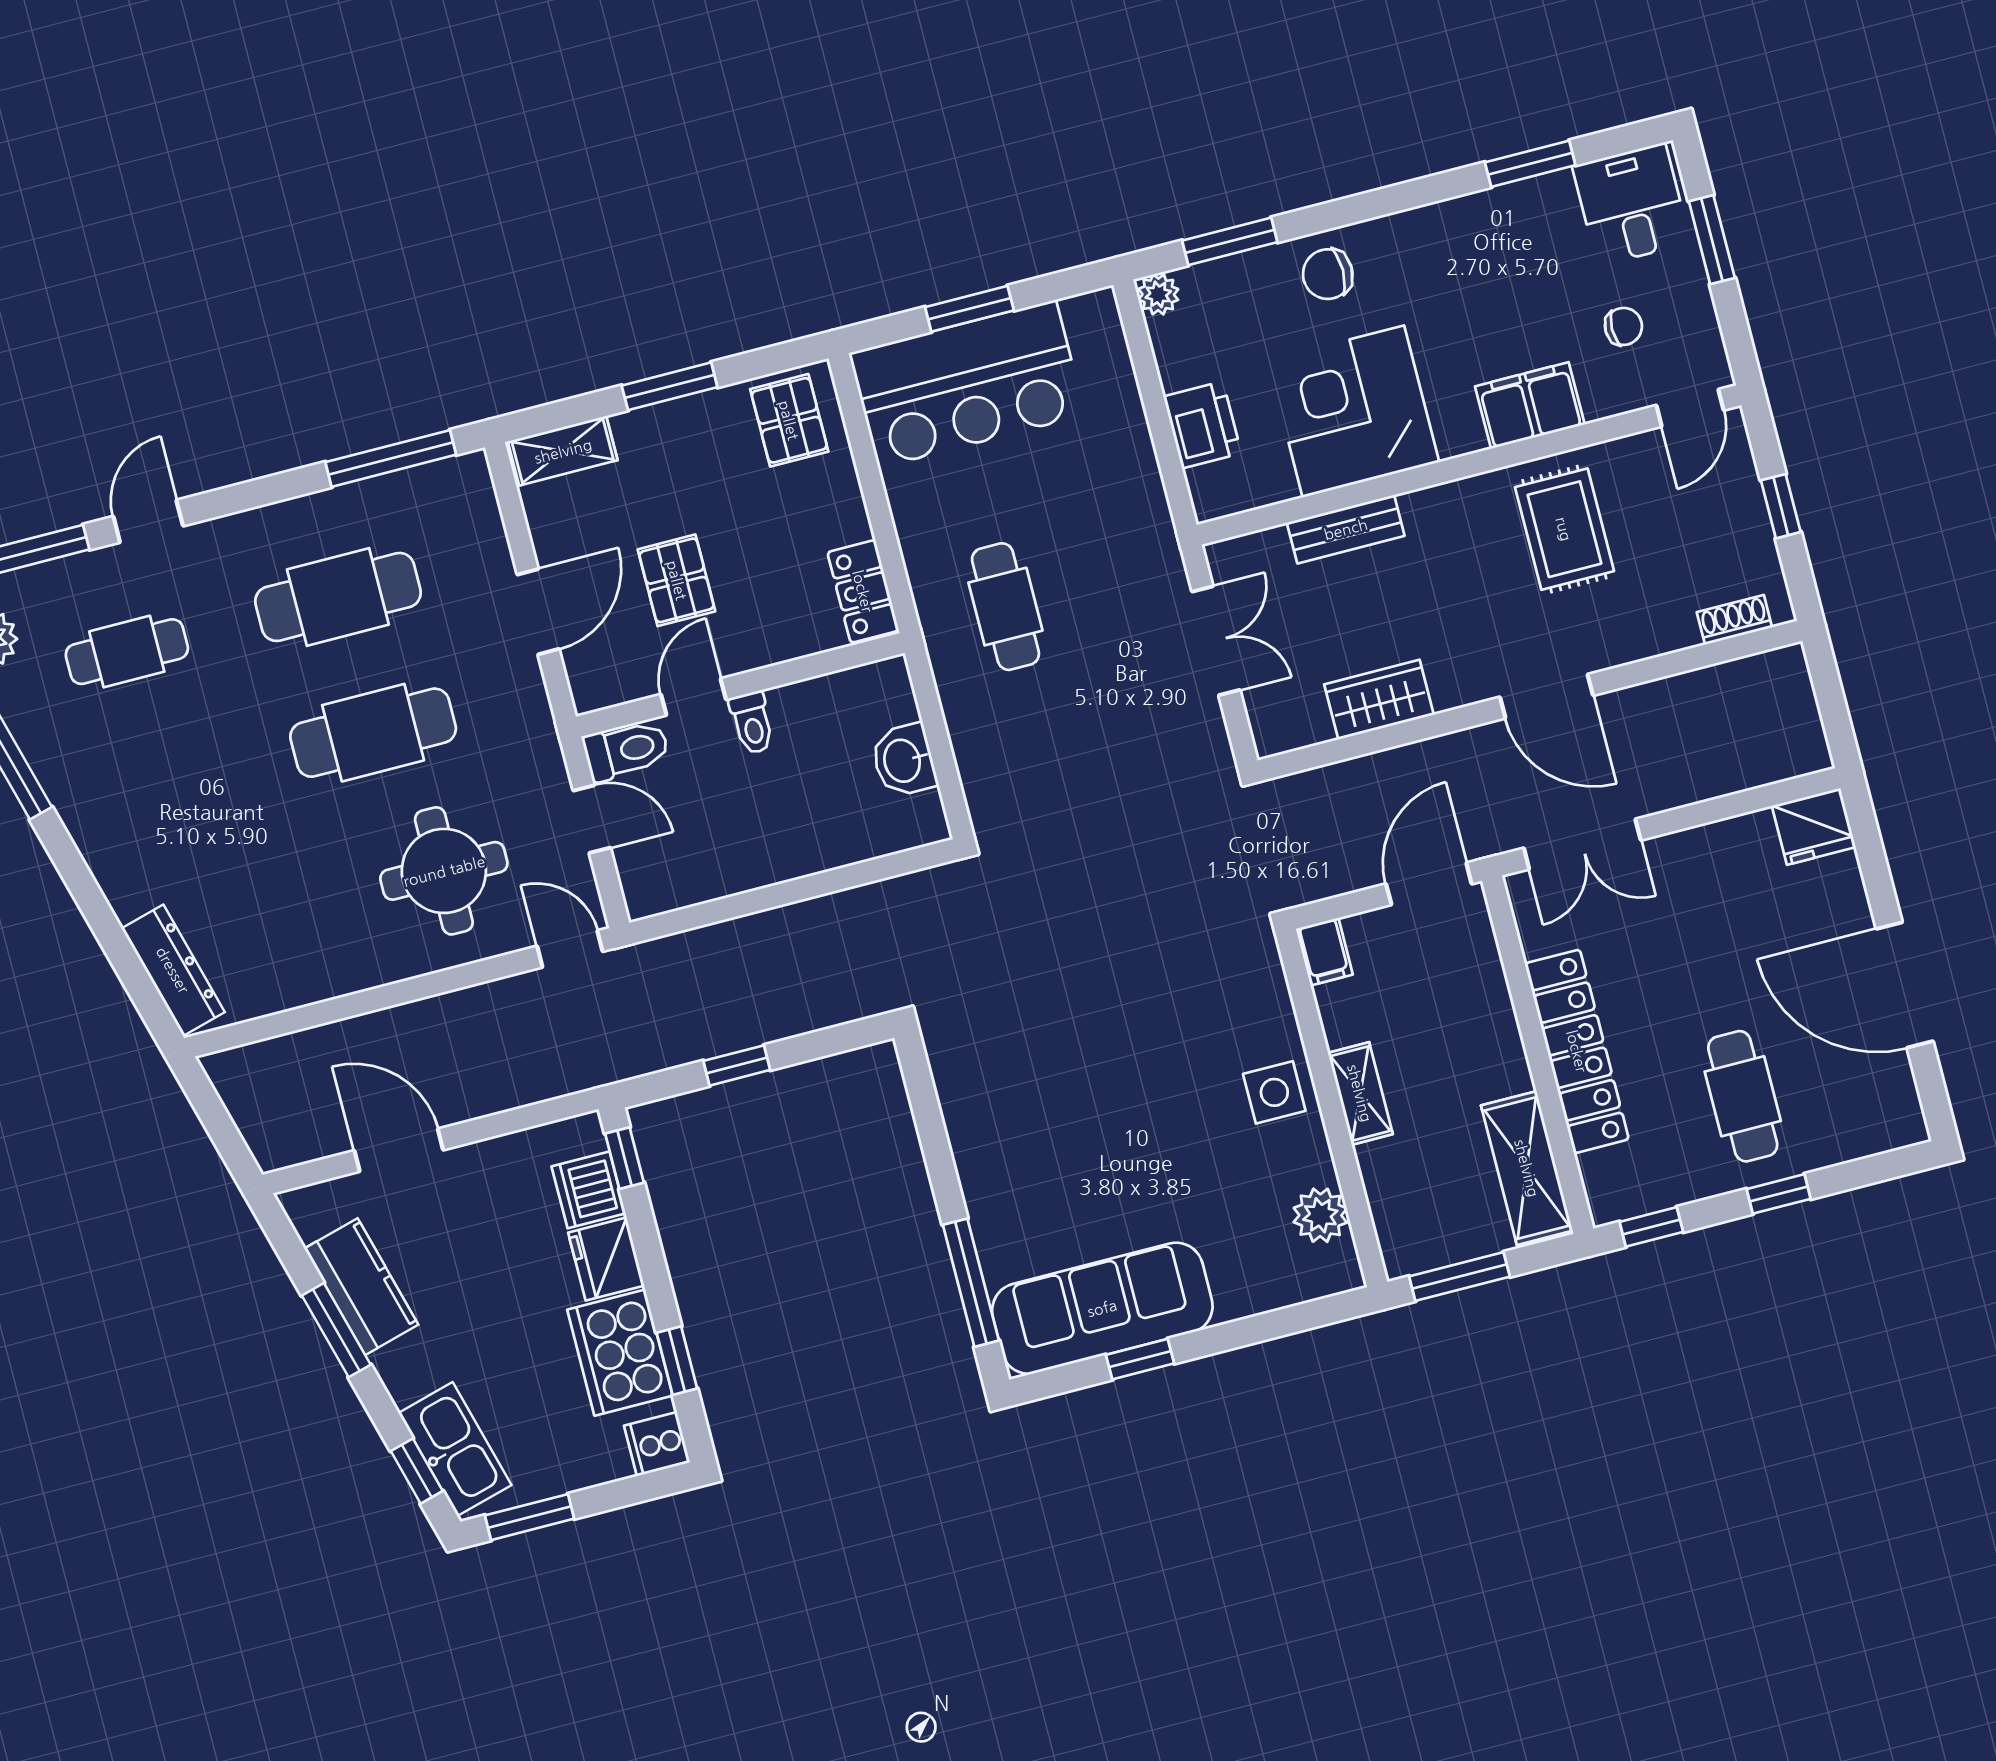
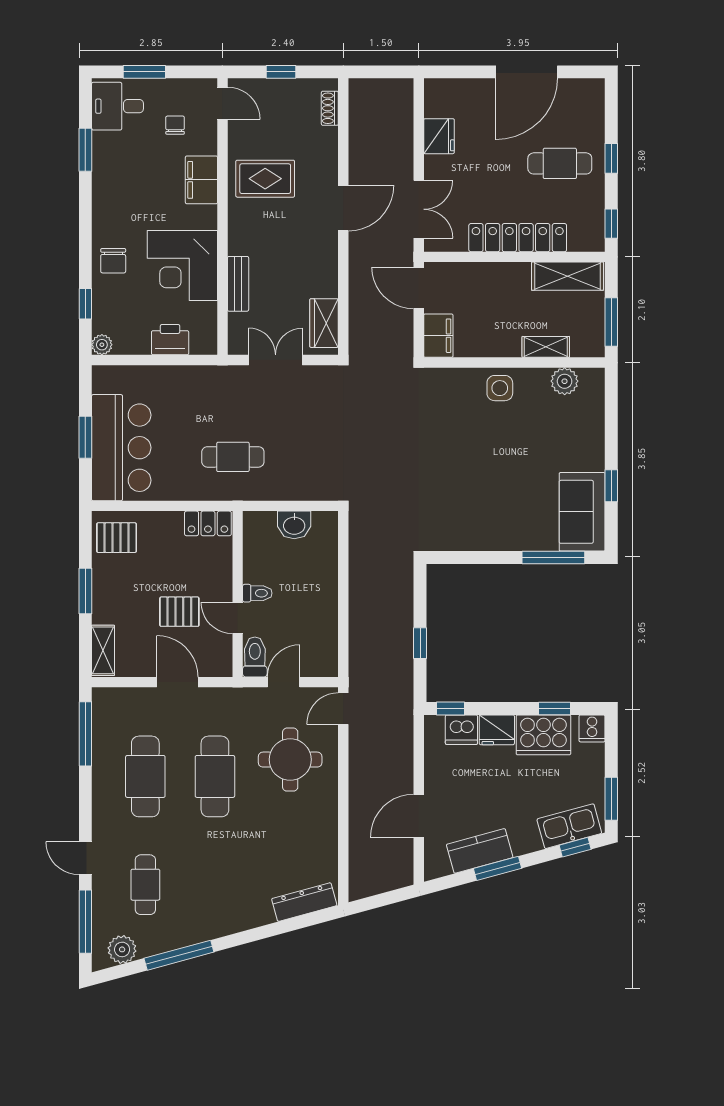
window: (1230, 241) -> (85, 304), width x0.67
wardrobe: (1379, 700) -> (324, 323), moved
fridge: (1814, 826) -> (439, 136), moved
filing cabinet: (1324, 952) -> (438, 336), width x2.00
shelving: (1360, 1093) -> (546, 347), moved
sofa: (1102, 1308) -> (582, 512), width x0.73

